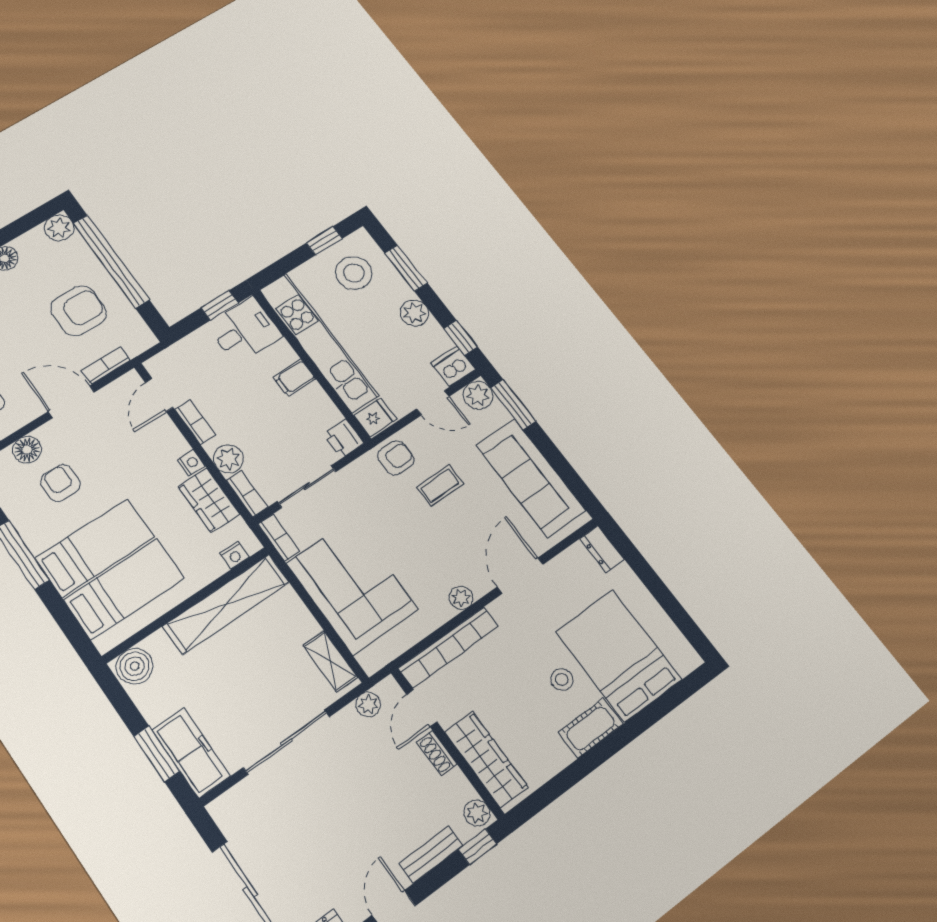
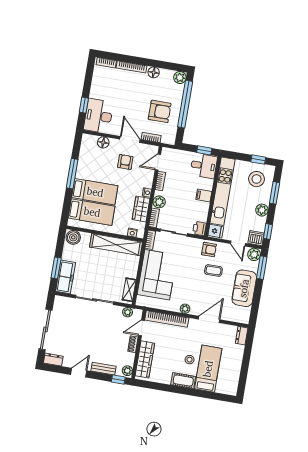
sofa: (531, 478) -> (244, 288), width x0.73
armchair: (60, 483) -> (125, 162), moved
bed: (619, 656) -> (208, 369), width x0.67

